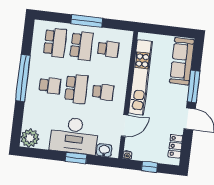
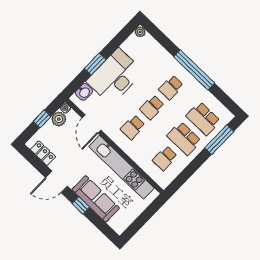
window: (87, 21) -> (219, 140), moved
sofa: (182, 61) -> (96, 199), moved
window: (194, 86) -> (81, 205), width x0.46
school desk: (76, 89) -> (152, 107), width x0.54
plant: (30, 138) -> (140, 32), width x0.53, depth x0.53
plant: (140, 154) -> (59, 119), added

